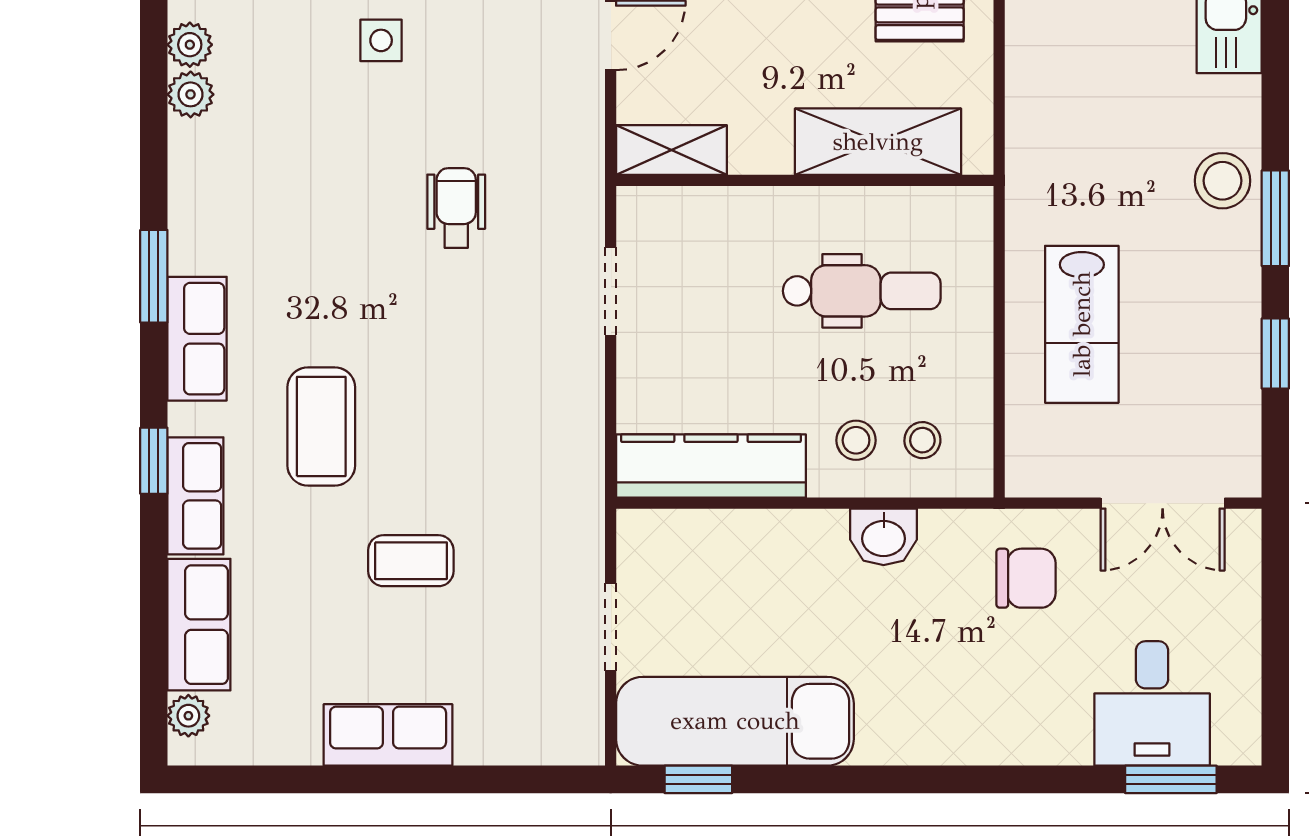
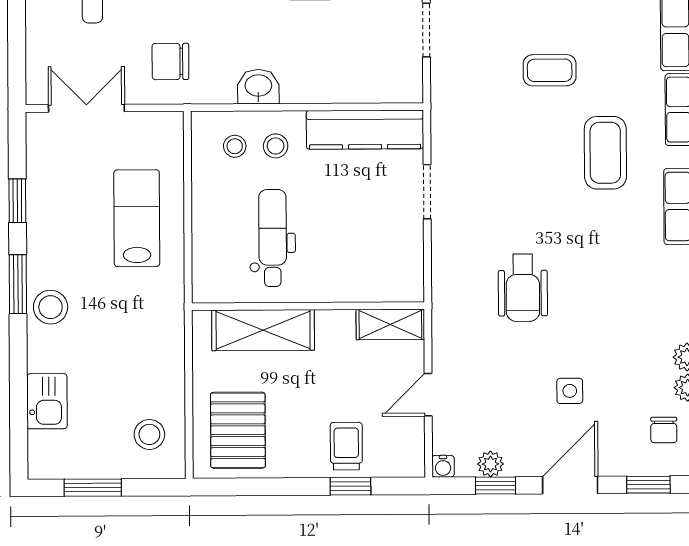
wheelchair: (456, 208) -> (523, 288), width x1.36, depth x1.37
doorway: (611, 291) -> (427, 192), moved
dental chair: (862, 291) -> (273, 238), turned 90

